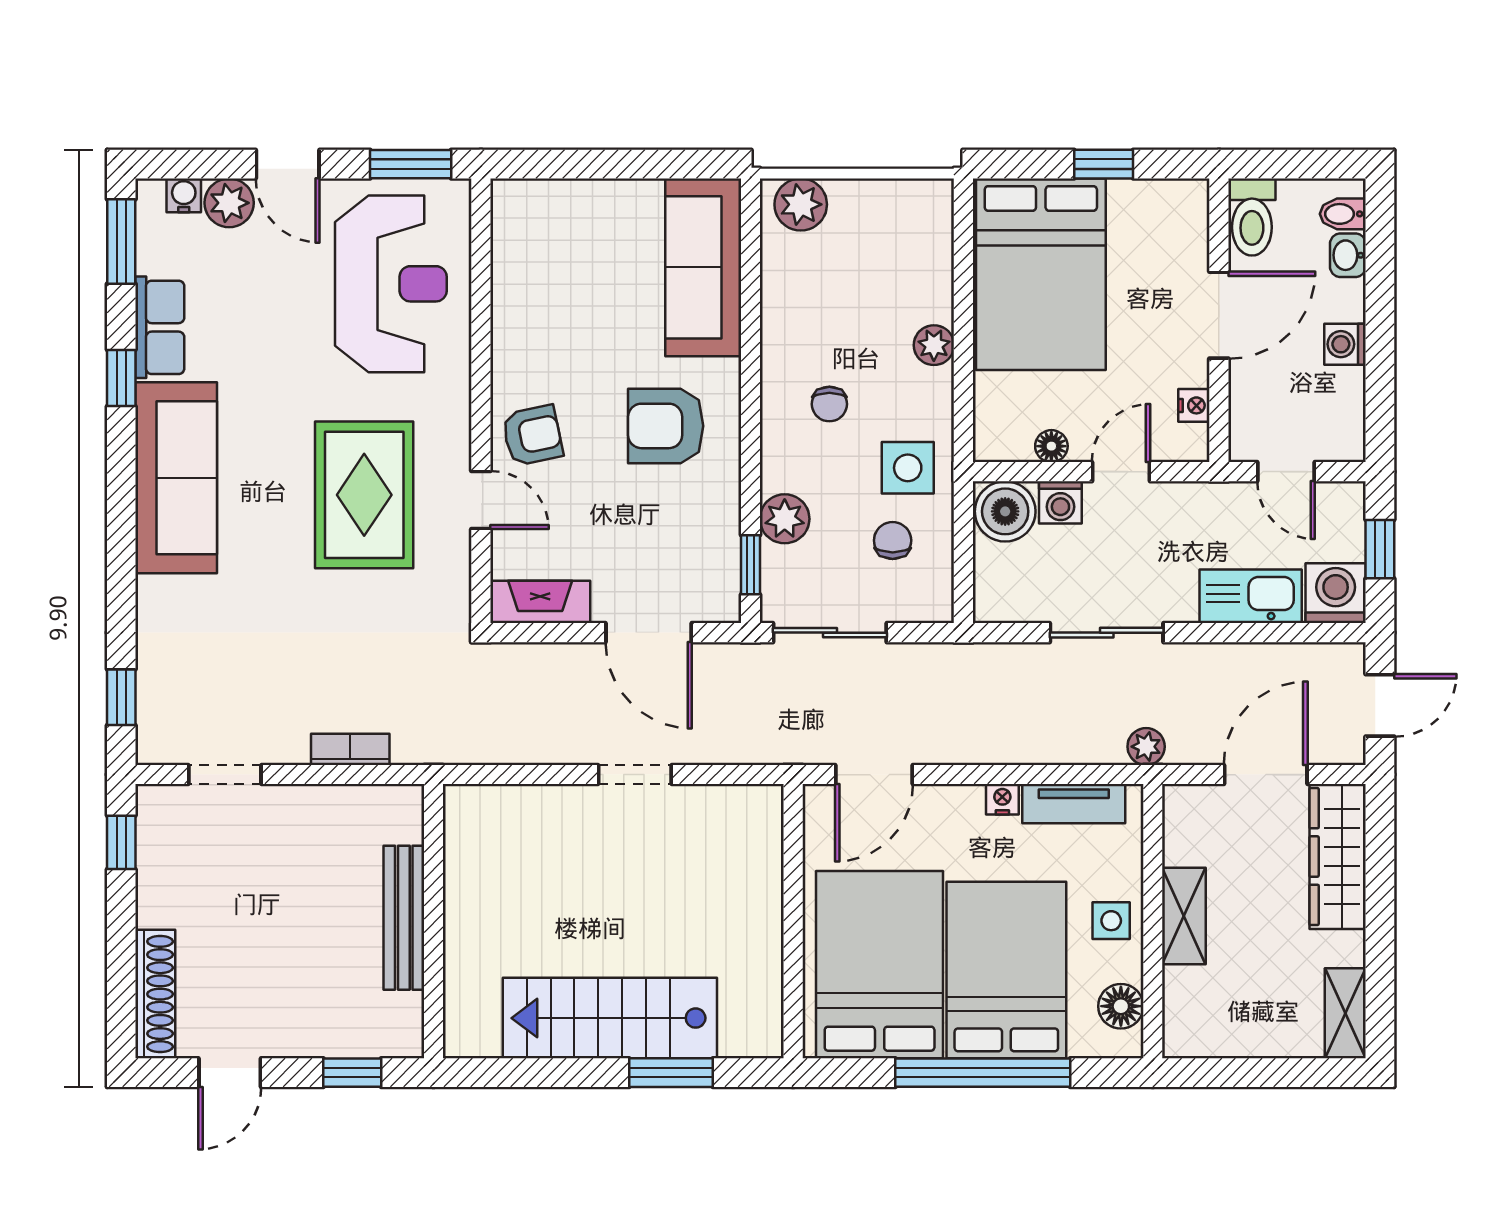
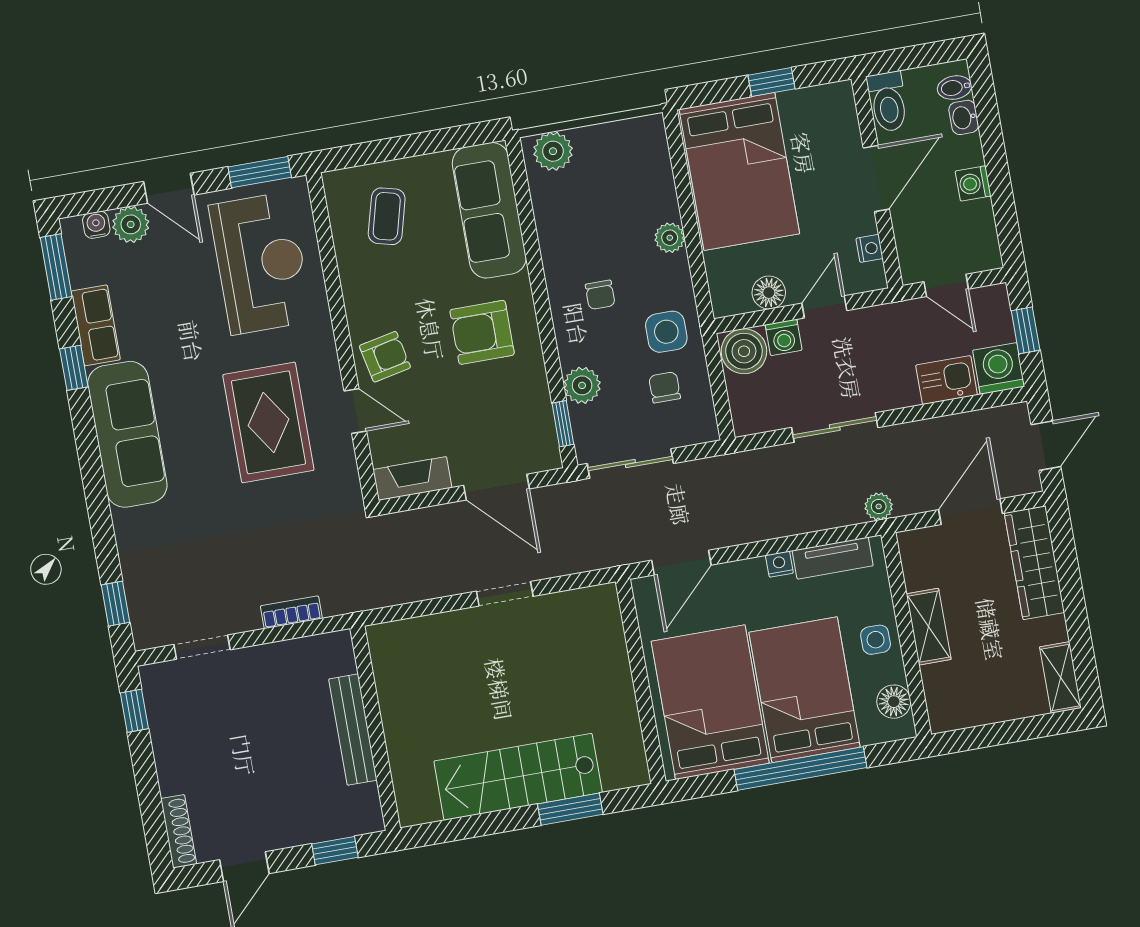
coffee table: (567, 251) -> (387, 216), added
floor lamp: (1051, 446) -> (769, 293), width x1.37, depth x1.37
kitchen sink: (1251, 596) -> (947, 380), width x0.73
shoe rack: (155, 994) -> (179, 831), width x0.74, depth x0.81

